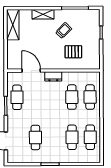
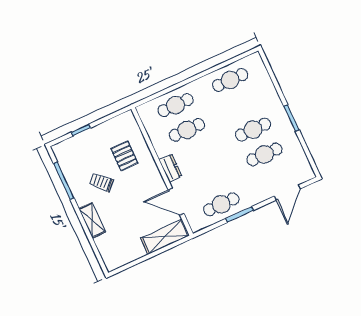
shelving: (13, 25) -> (165, 237), moved
door: (31, 71) -> (176, 202), hinge flipped
cafe table: (72, 137) -> (253, 130), moved

